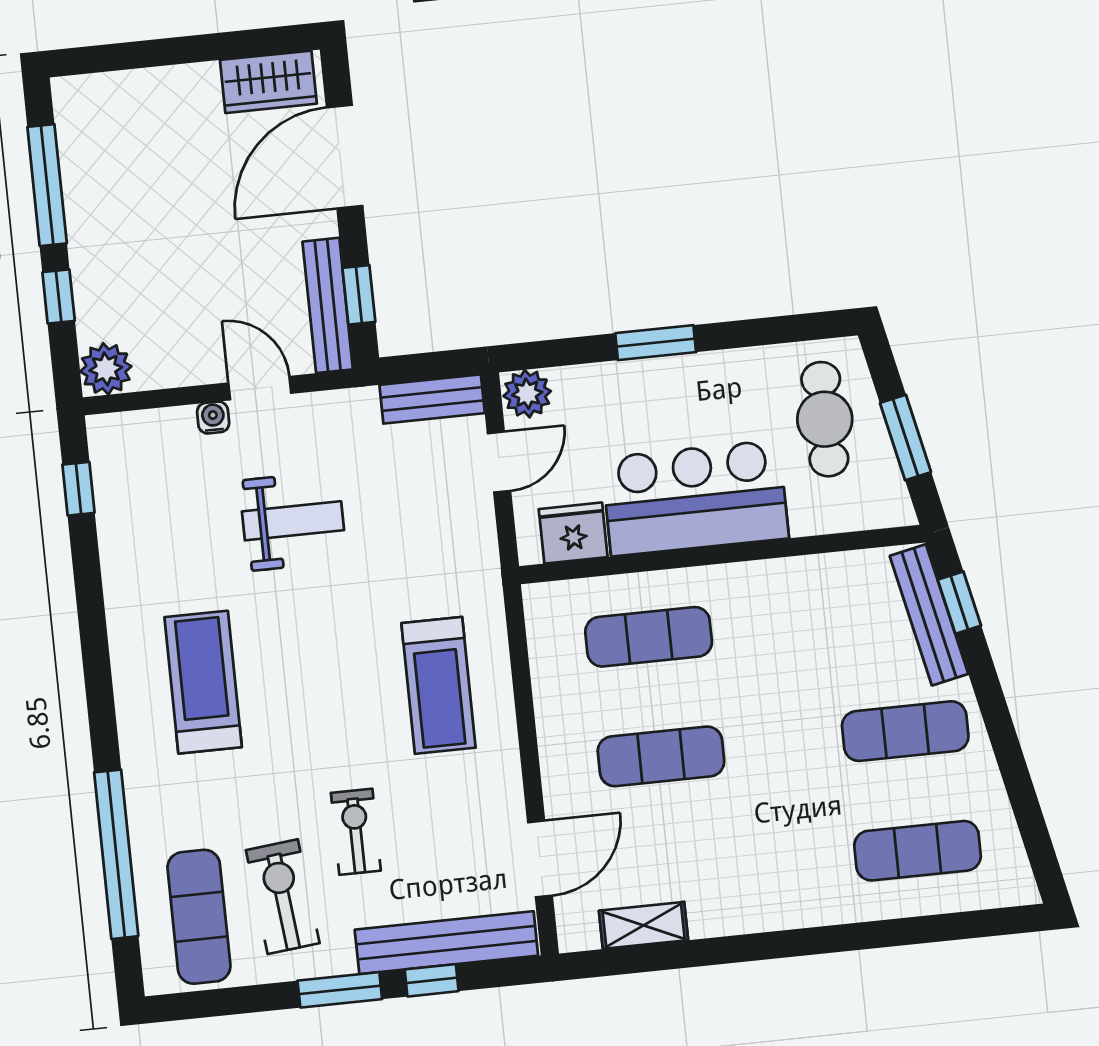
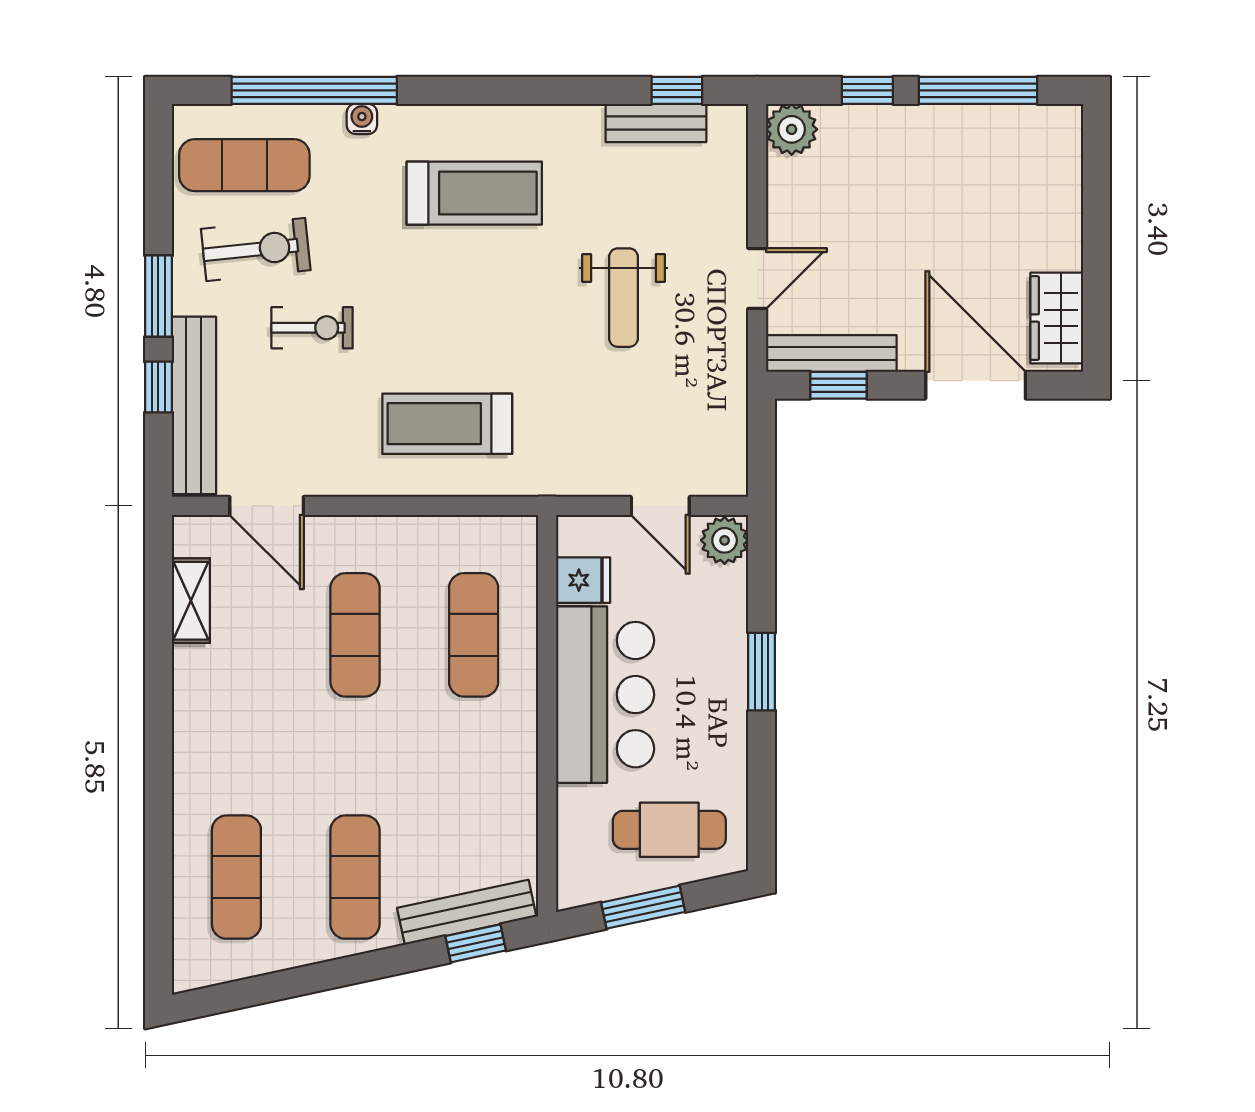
bench: (432, 399) -> (656, 123), moved, turned 90
water cooler: (213, 418) -> (362, 119), moved, turned -90
fridge: (573, 533) -> (583, 580), width x0.72

